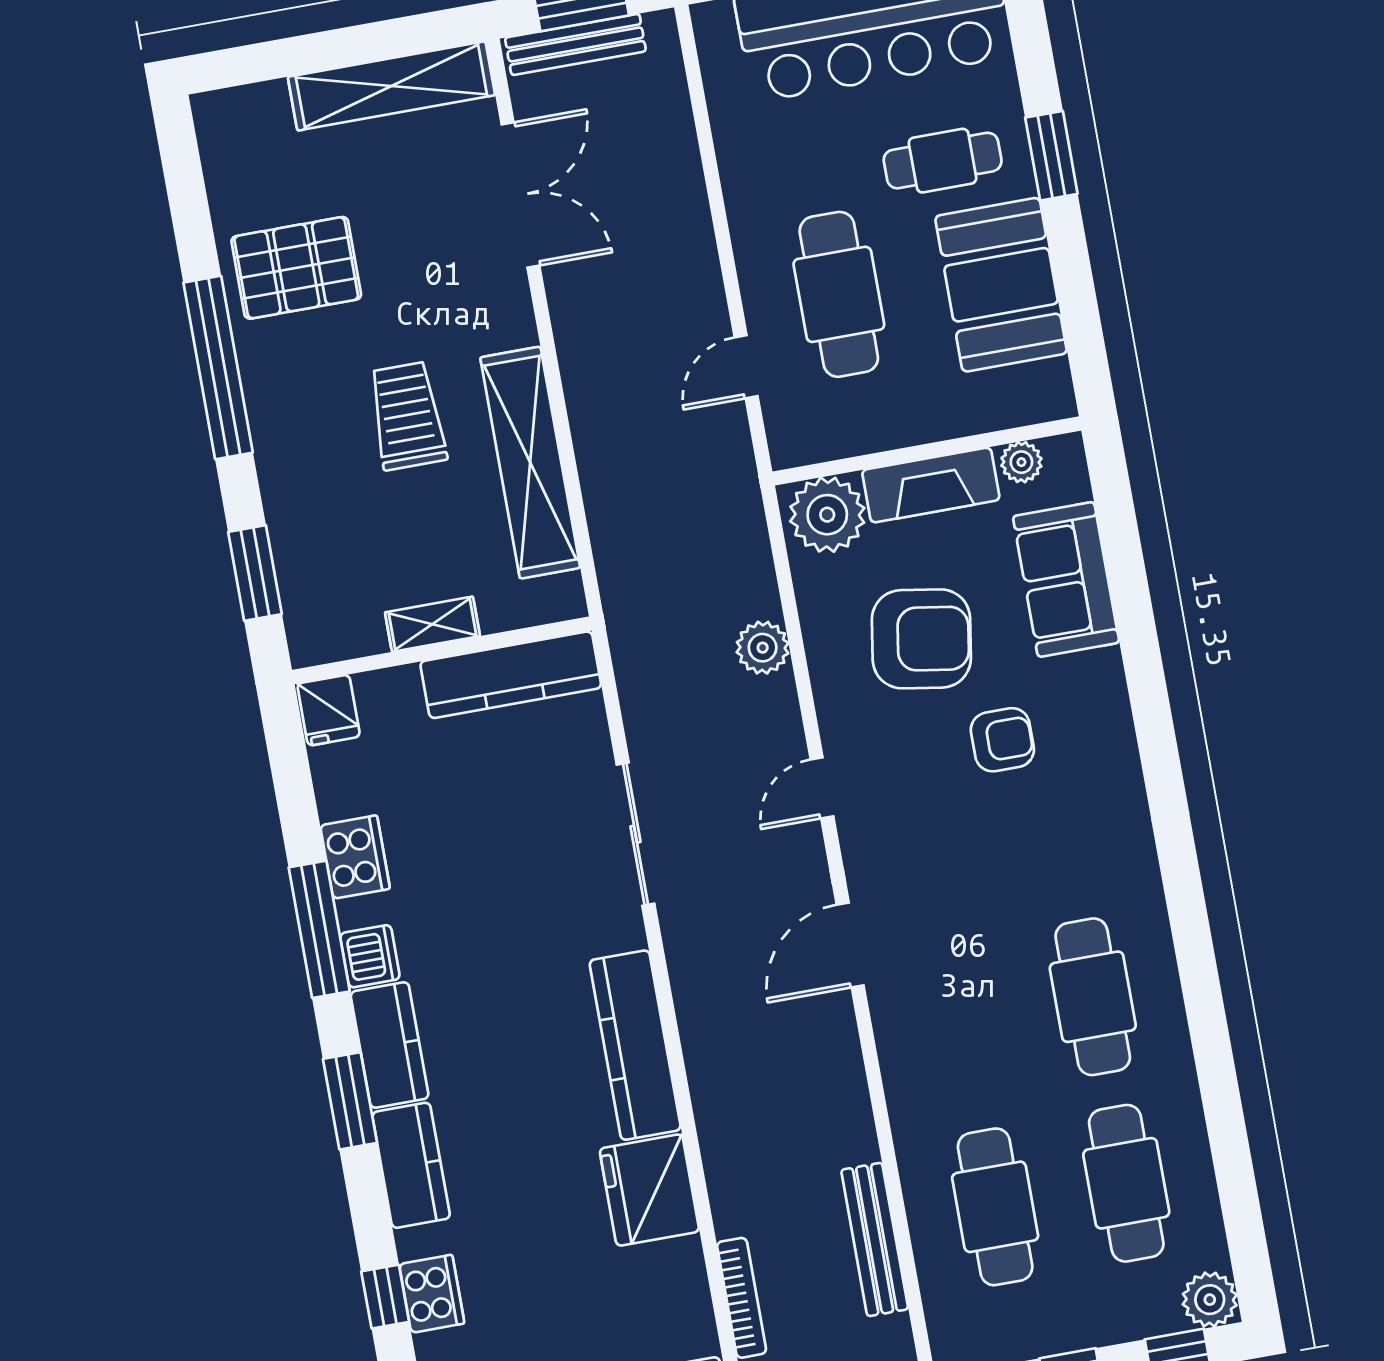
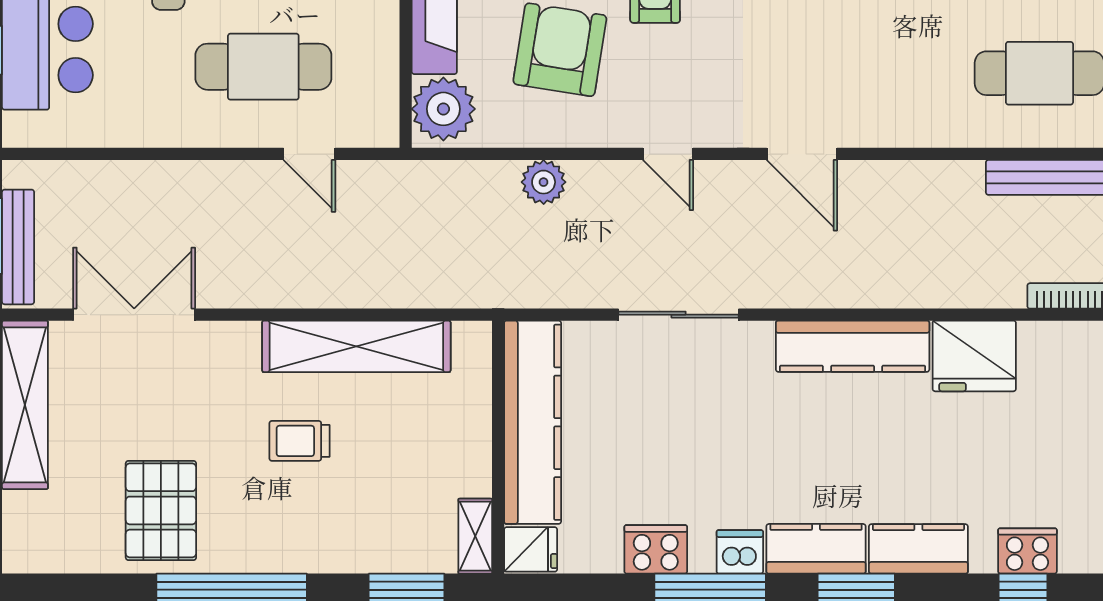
trolley: (407, 416) -> (300, 441), width x0.73, depth x0.72
shelving: (432, 624) -> (475, 536), moved
kitchen counter: (511, 675) -> (533, 422), width x1.39, depth x1.17

